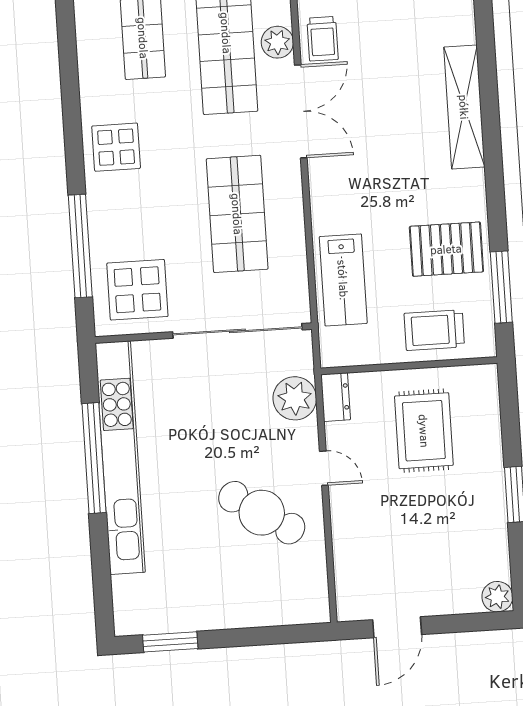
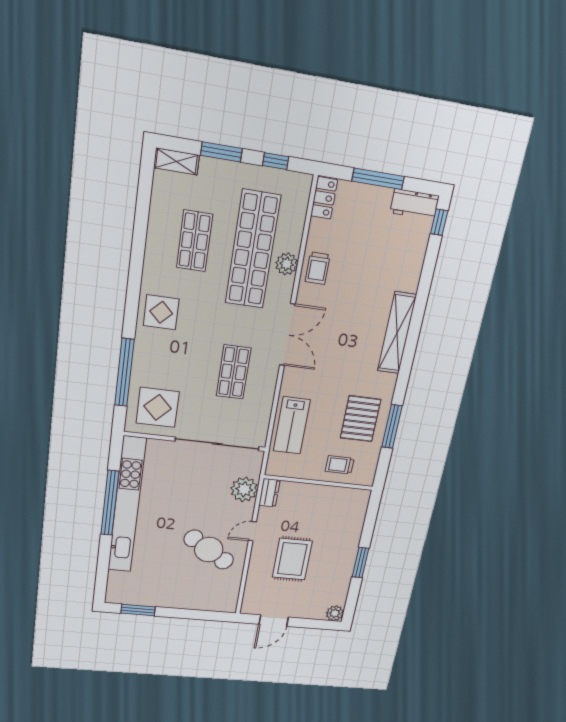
double door: (301, 111) -> (287, 335), moved
shop shelf: (237, 214) -> (234, 372), width x0.70, depth x0.74
pallet: (446, 249) -> (360, 419), turned 90
window: (501, 287) -> (392, 426), moved
trolley: (434, 330) -> (340, 465), width x0.73, depth x0.72
rug: (424, 431) -> (292, 559), moved
door: (324, 468) -> (252, 531), swing flipped

